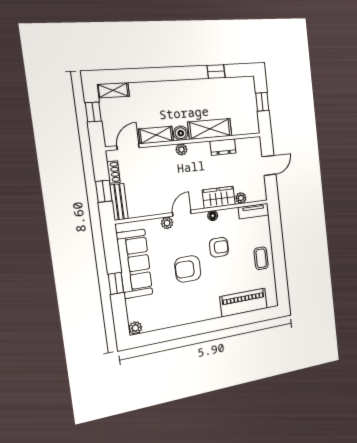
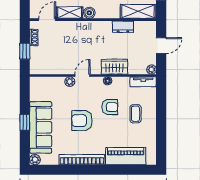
shelving: (210, 129) -> (138, 11), moved
plant: (181, 150) -> (88, 26), removed
plant: (241, 198) -> (152, 70), moved
bench: (119, 202) -> (35, 61), removed
coffee table: (261, 258) -> (136, 114), moved
sofa: (135, 264) -> (41, 127), moved
bookcase: (193, 317) -> (82, 160), added

